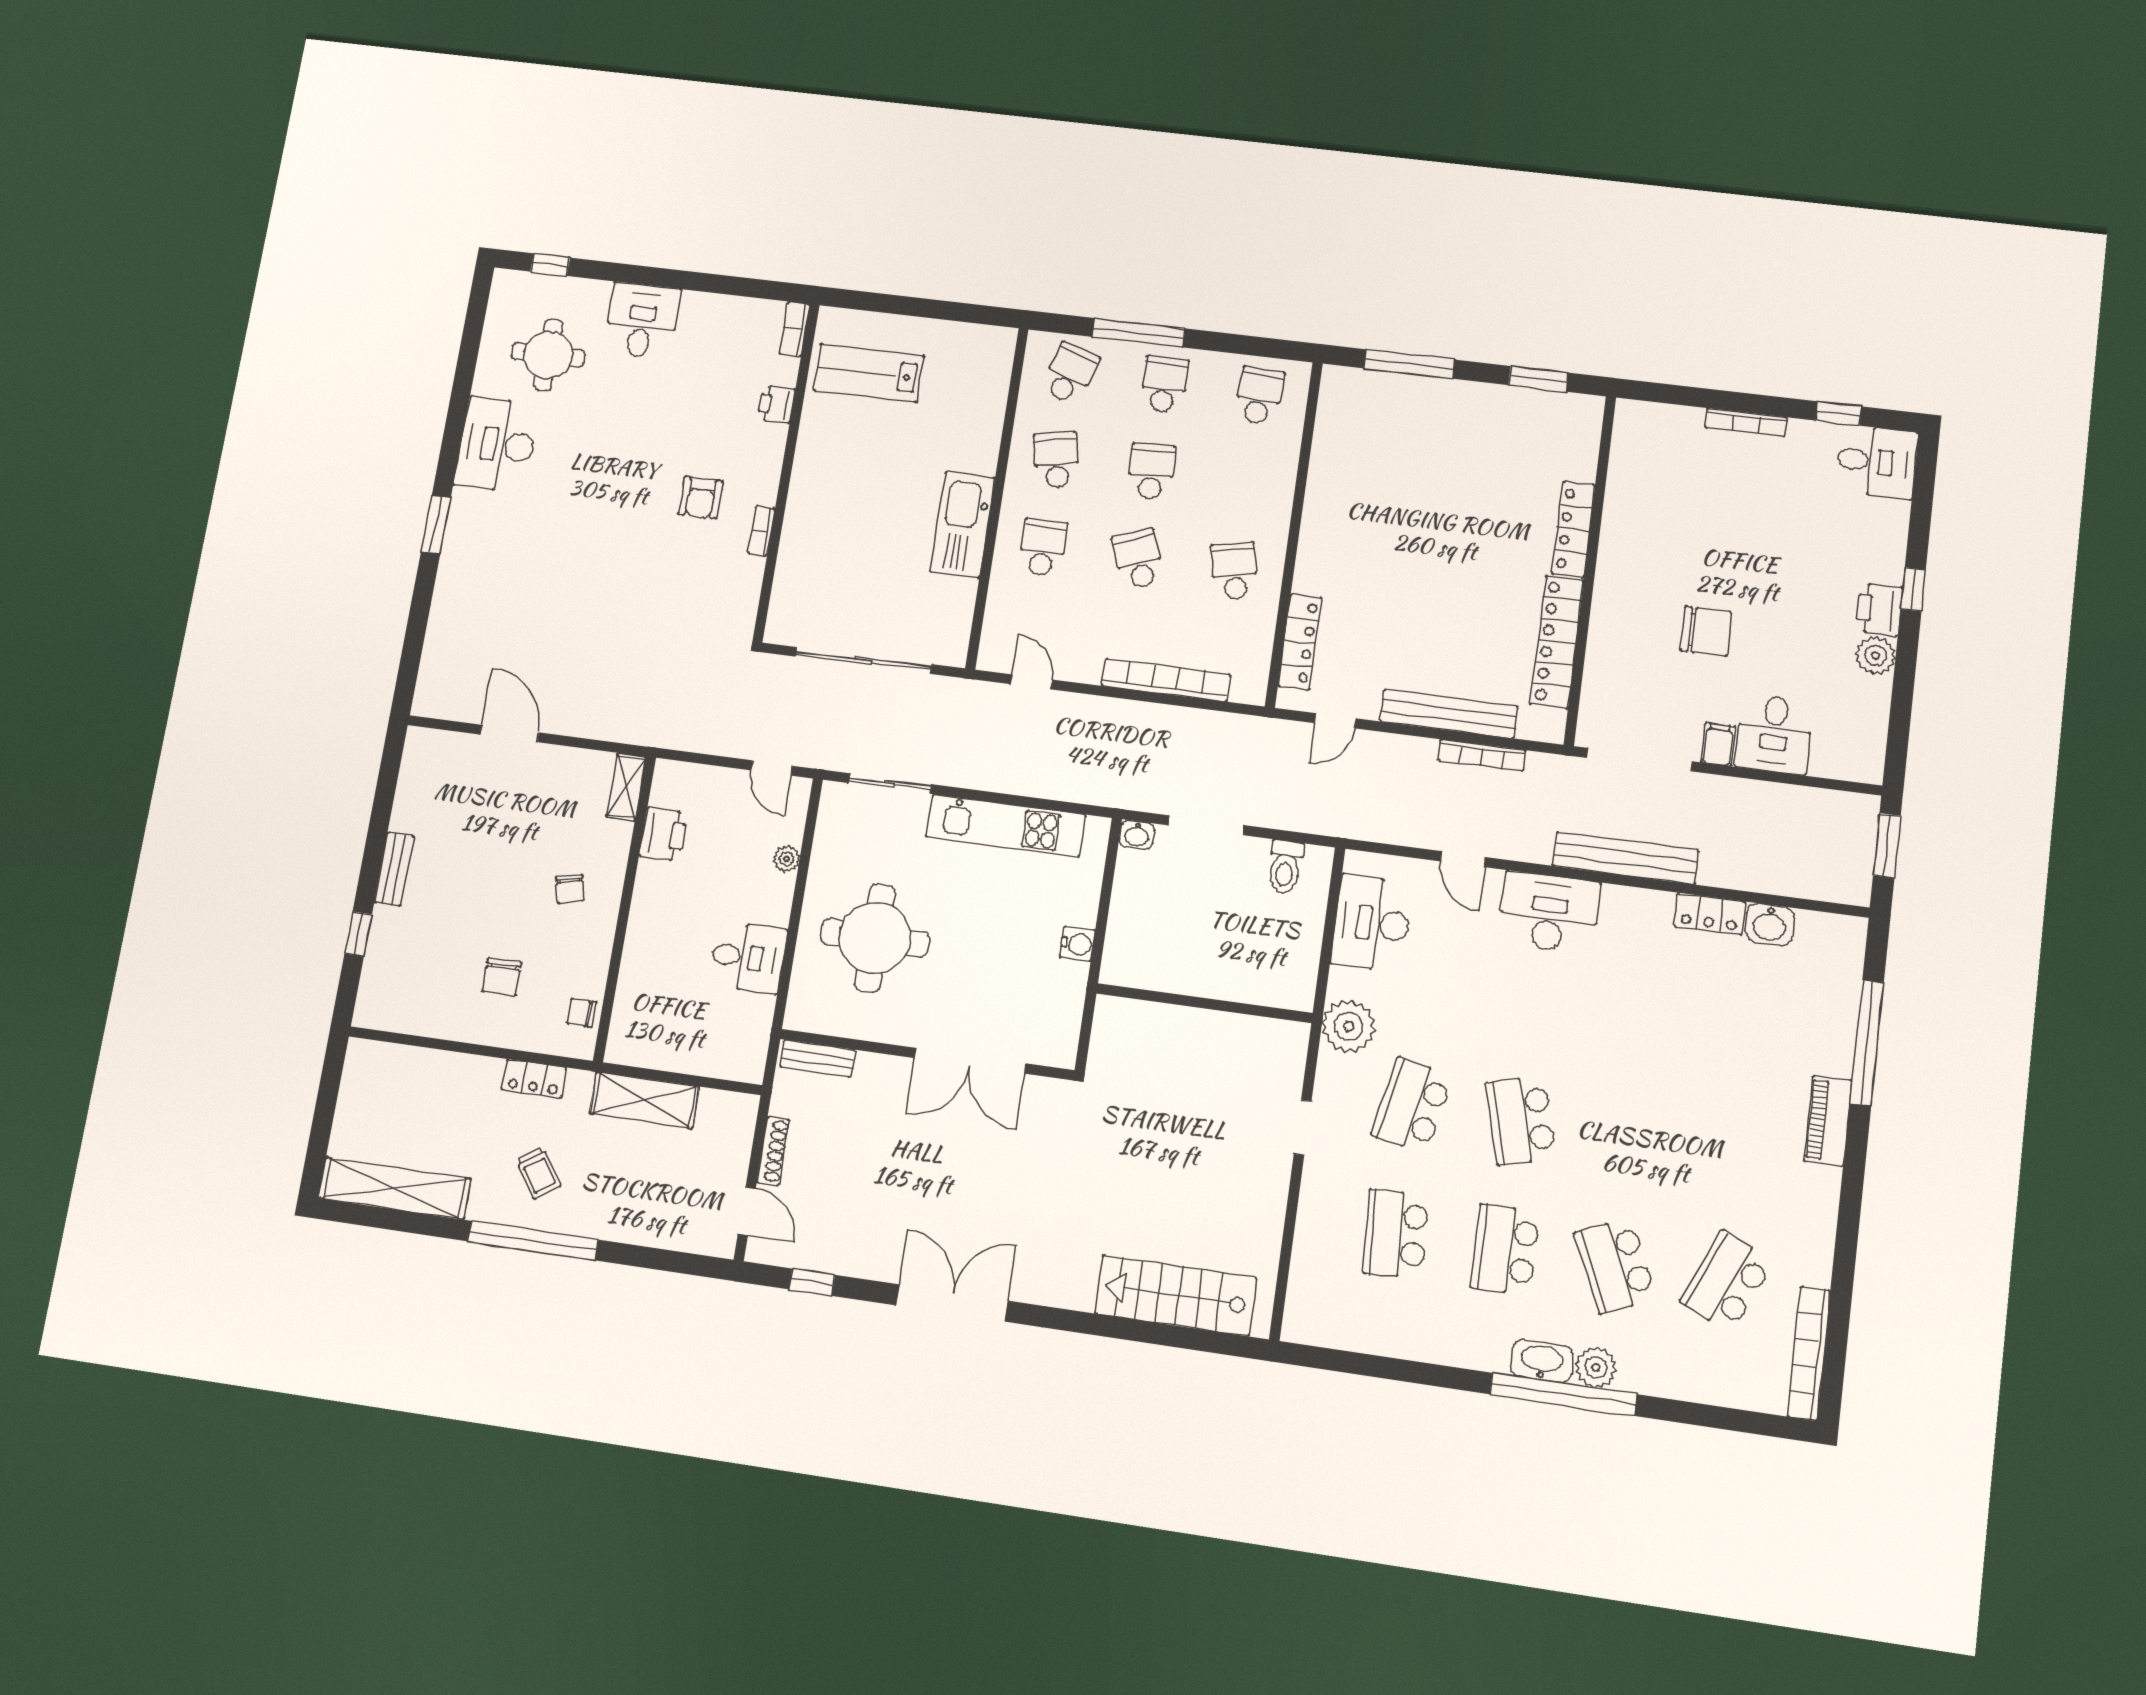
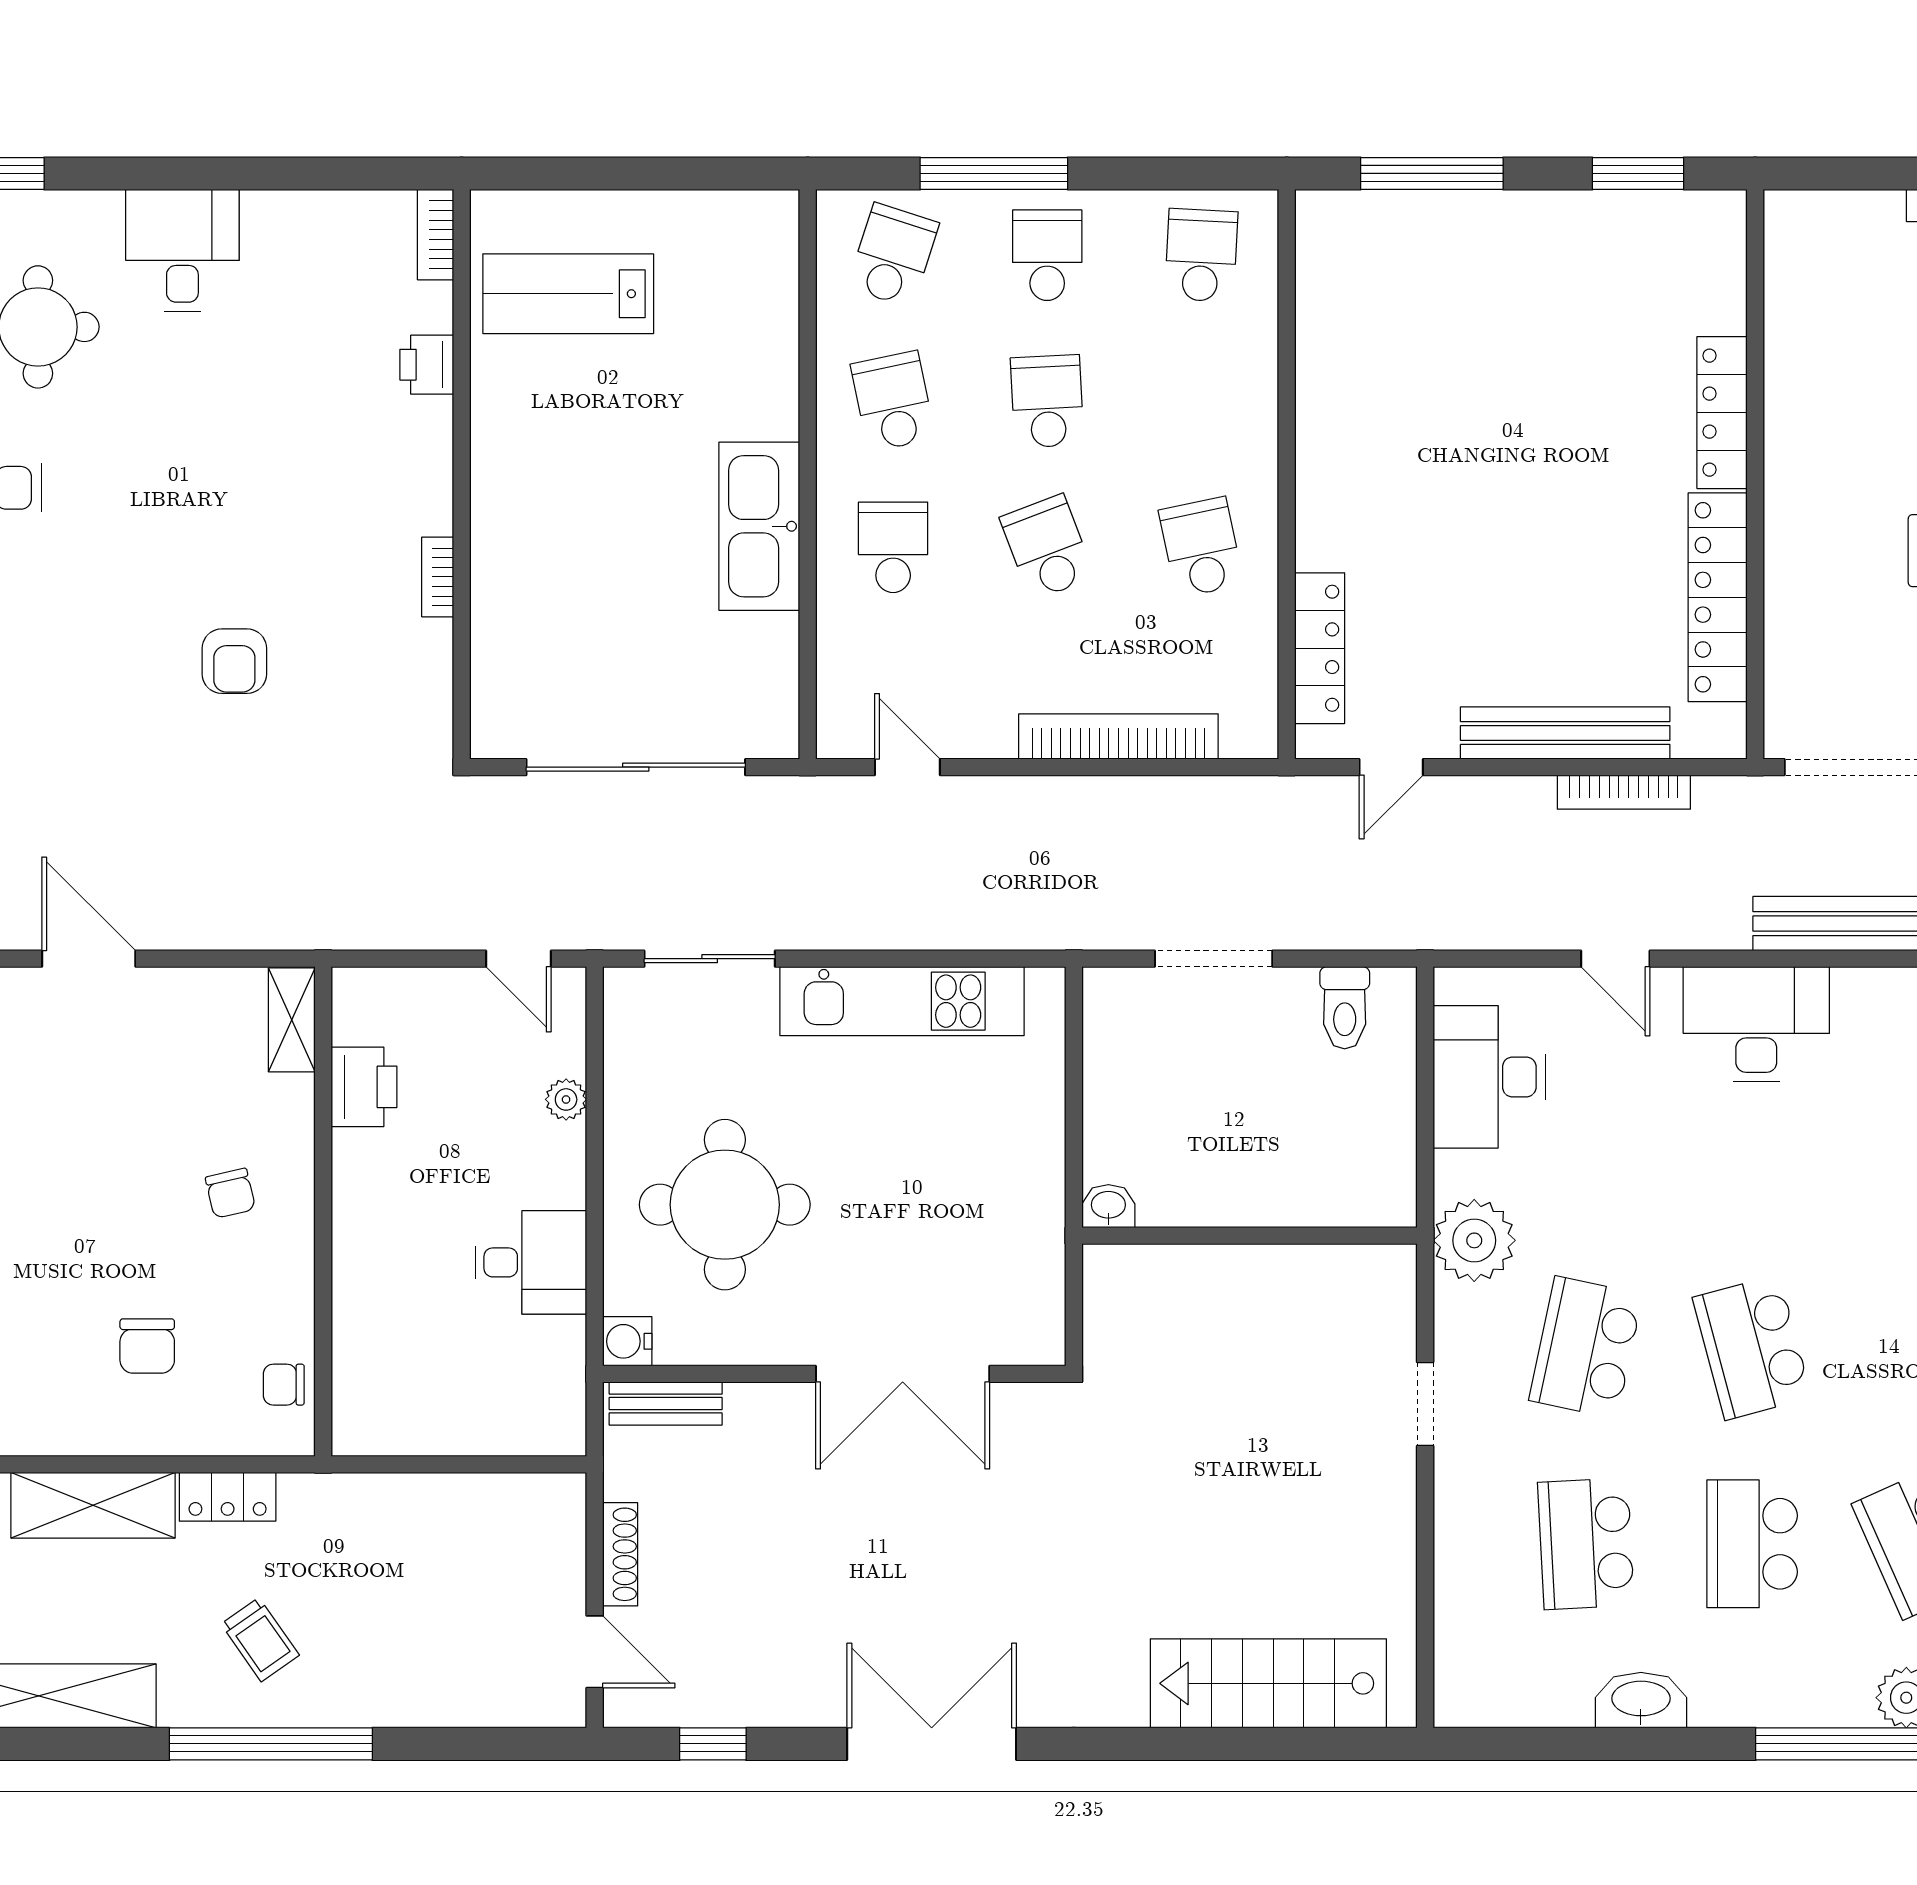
armchair: (701, 498) -> (234, 661), moved
washbasin: (1137, 835) -> (1108, 1206), moved, turned 180
water cooler: (1077, 944) -> (627, 1341), moved, turned 180
shelving: (644, 1100) -> (93, 1505), moved
washbasin: (1542, 1361) -> (1641, 1700), moved

